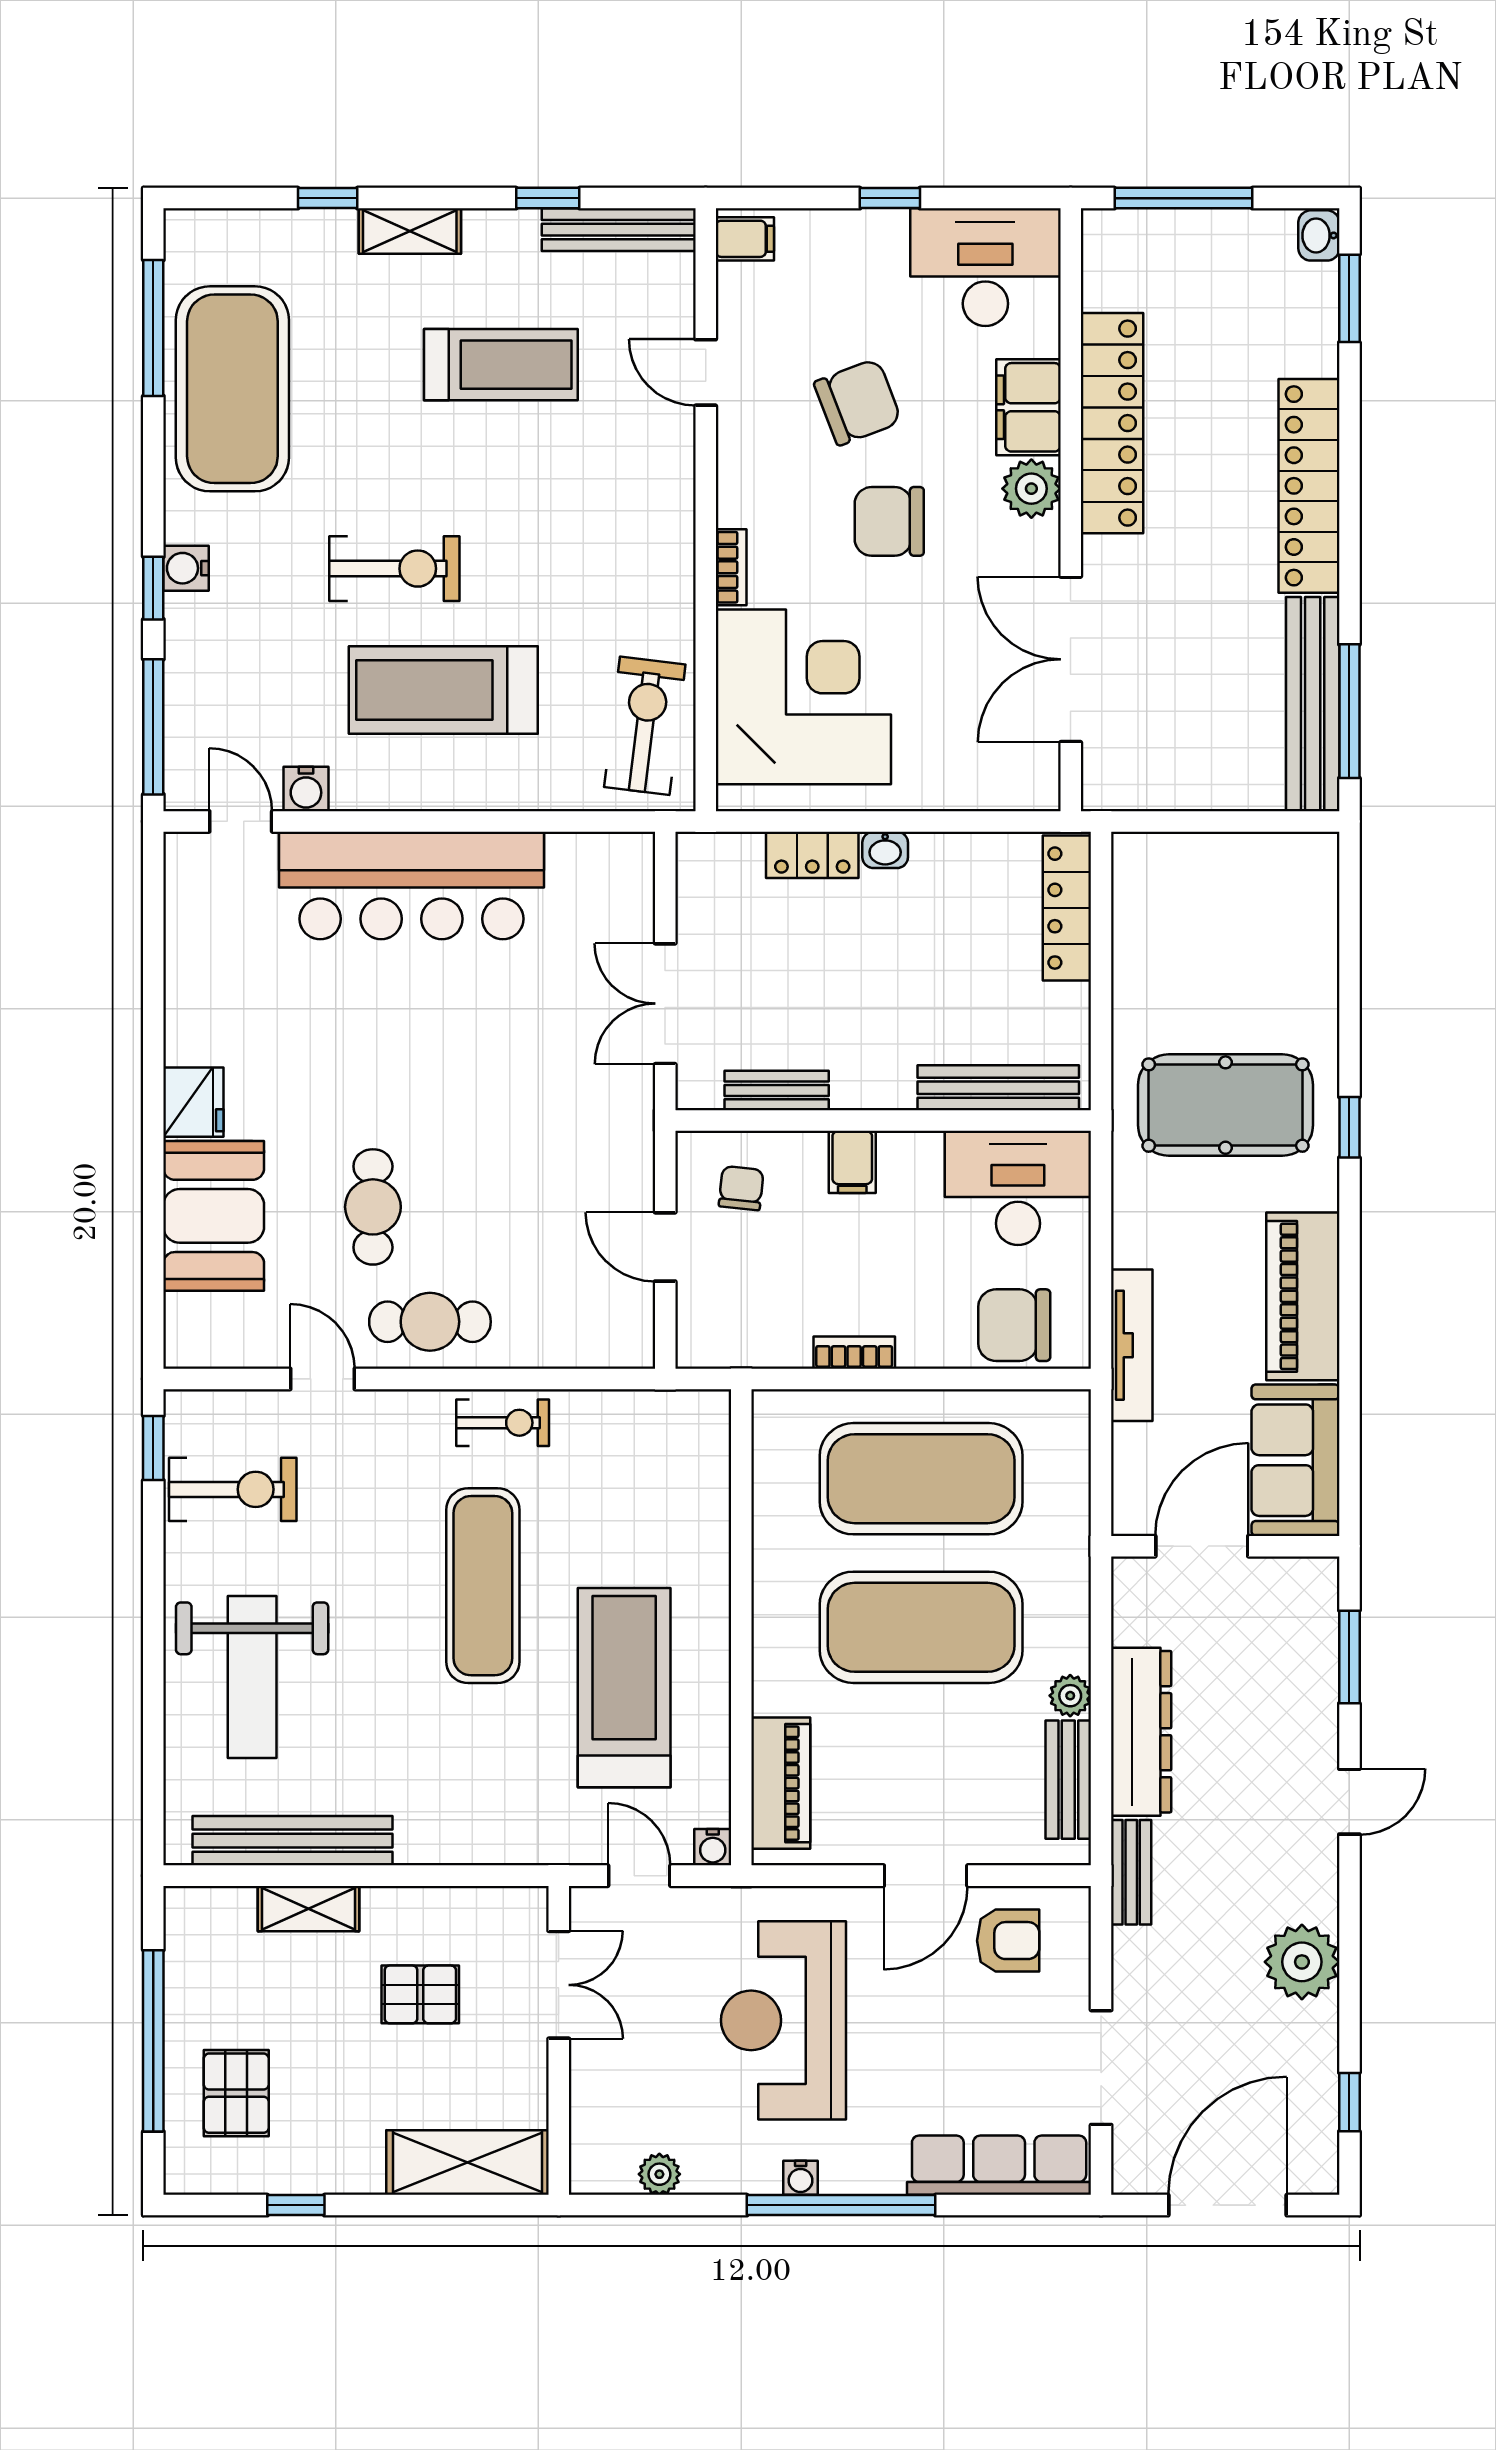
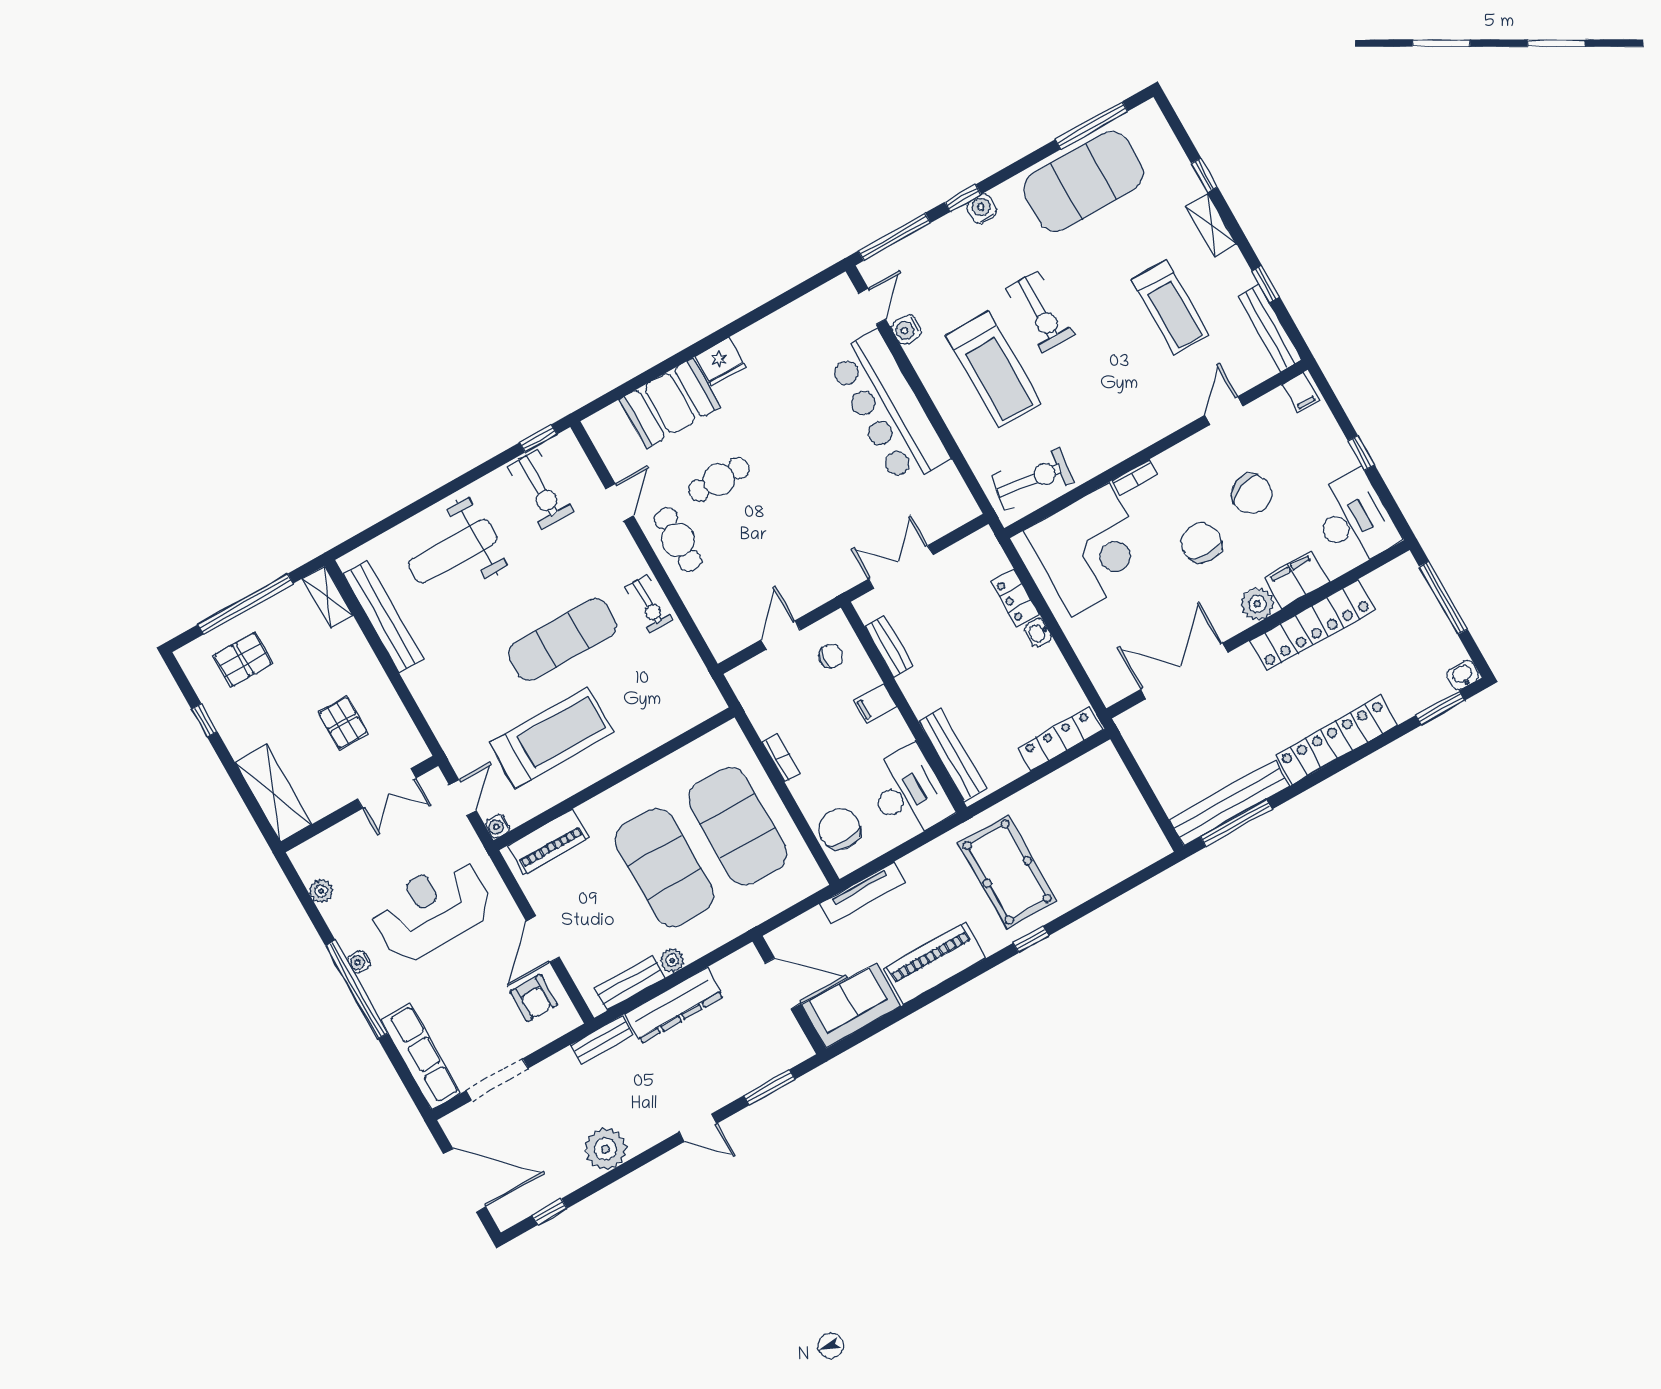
treadmill: (443, 690) -> (994, 370), turned 180
door: (926, 1876) -> (543, 939), hinge flipped
shelving: (308, 1909) -> (328, 597), moved

